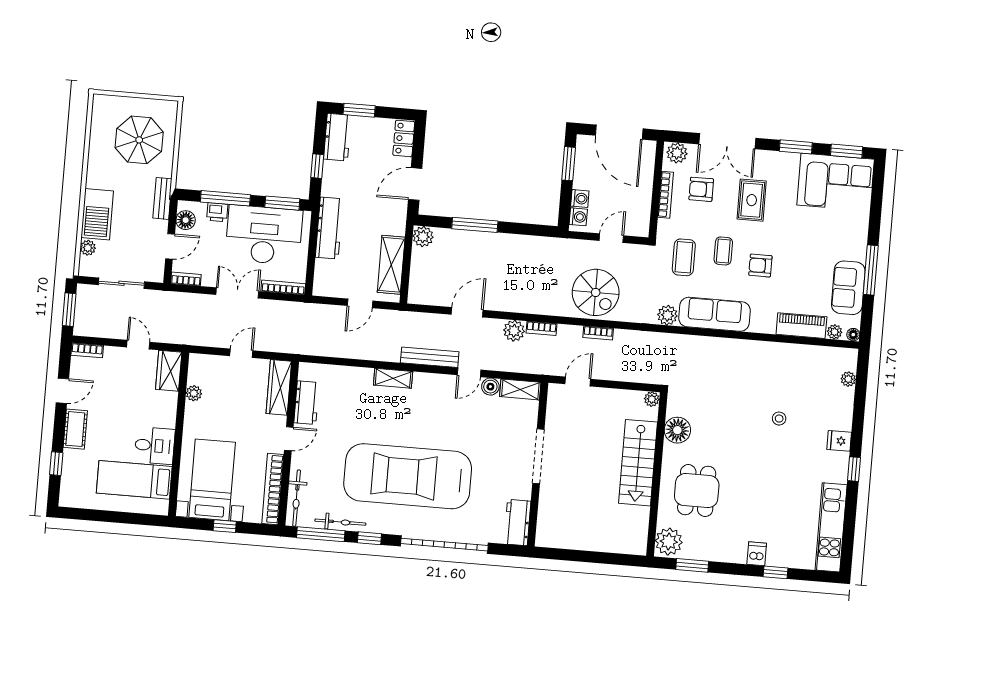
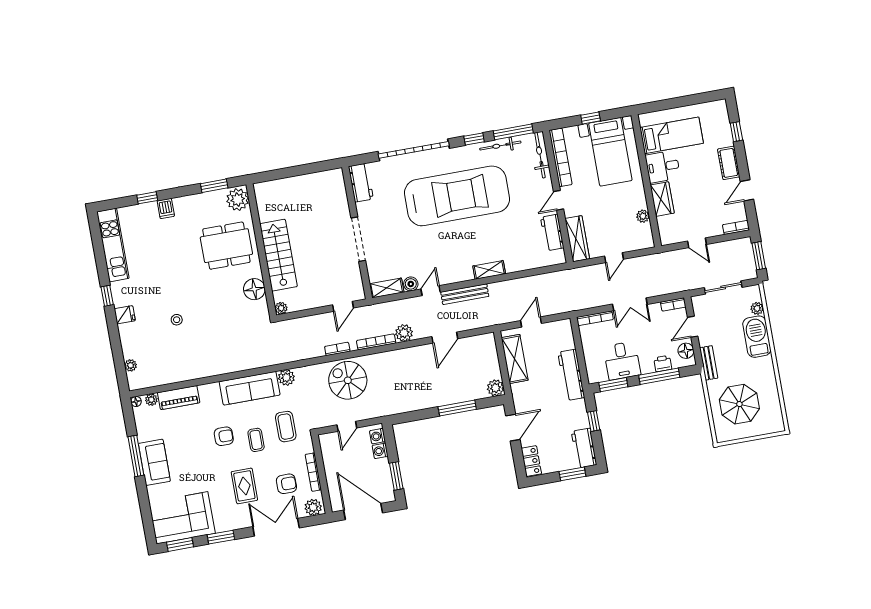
desk: (264, 235) -> (622, 361), width x0.53, depth x0.77
sofa: (848, 288) -> (154, 462), moved
bookcase: (541, 328) -> (376, 342), width x1.56
wardrobe: (169, 371) -> (662, 199), moved
dining table: (697, 491) -> (226, 246), width x1.37

